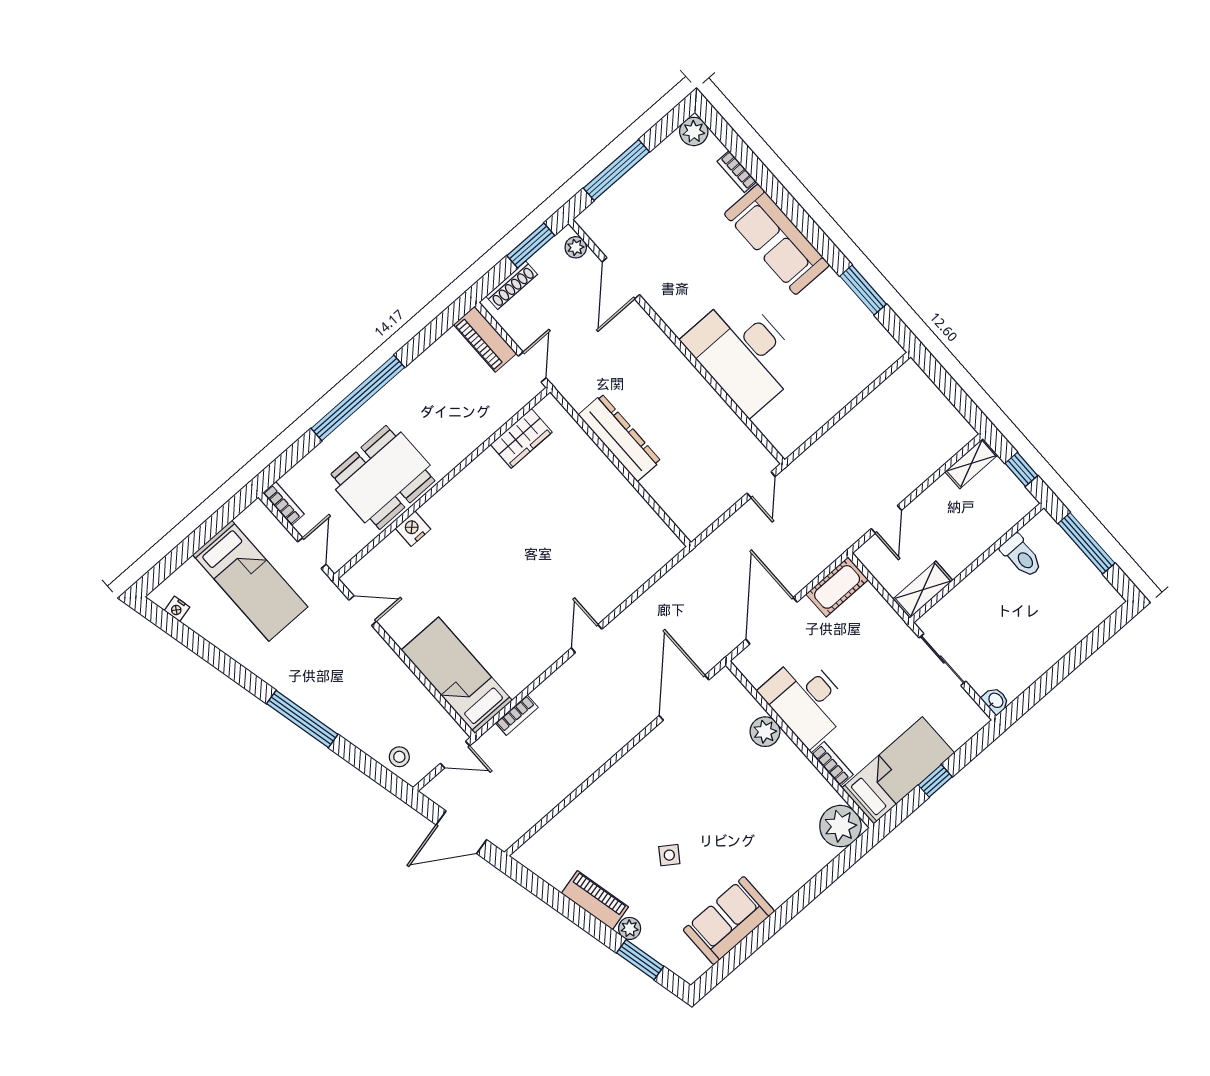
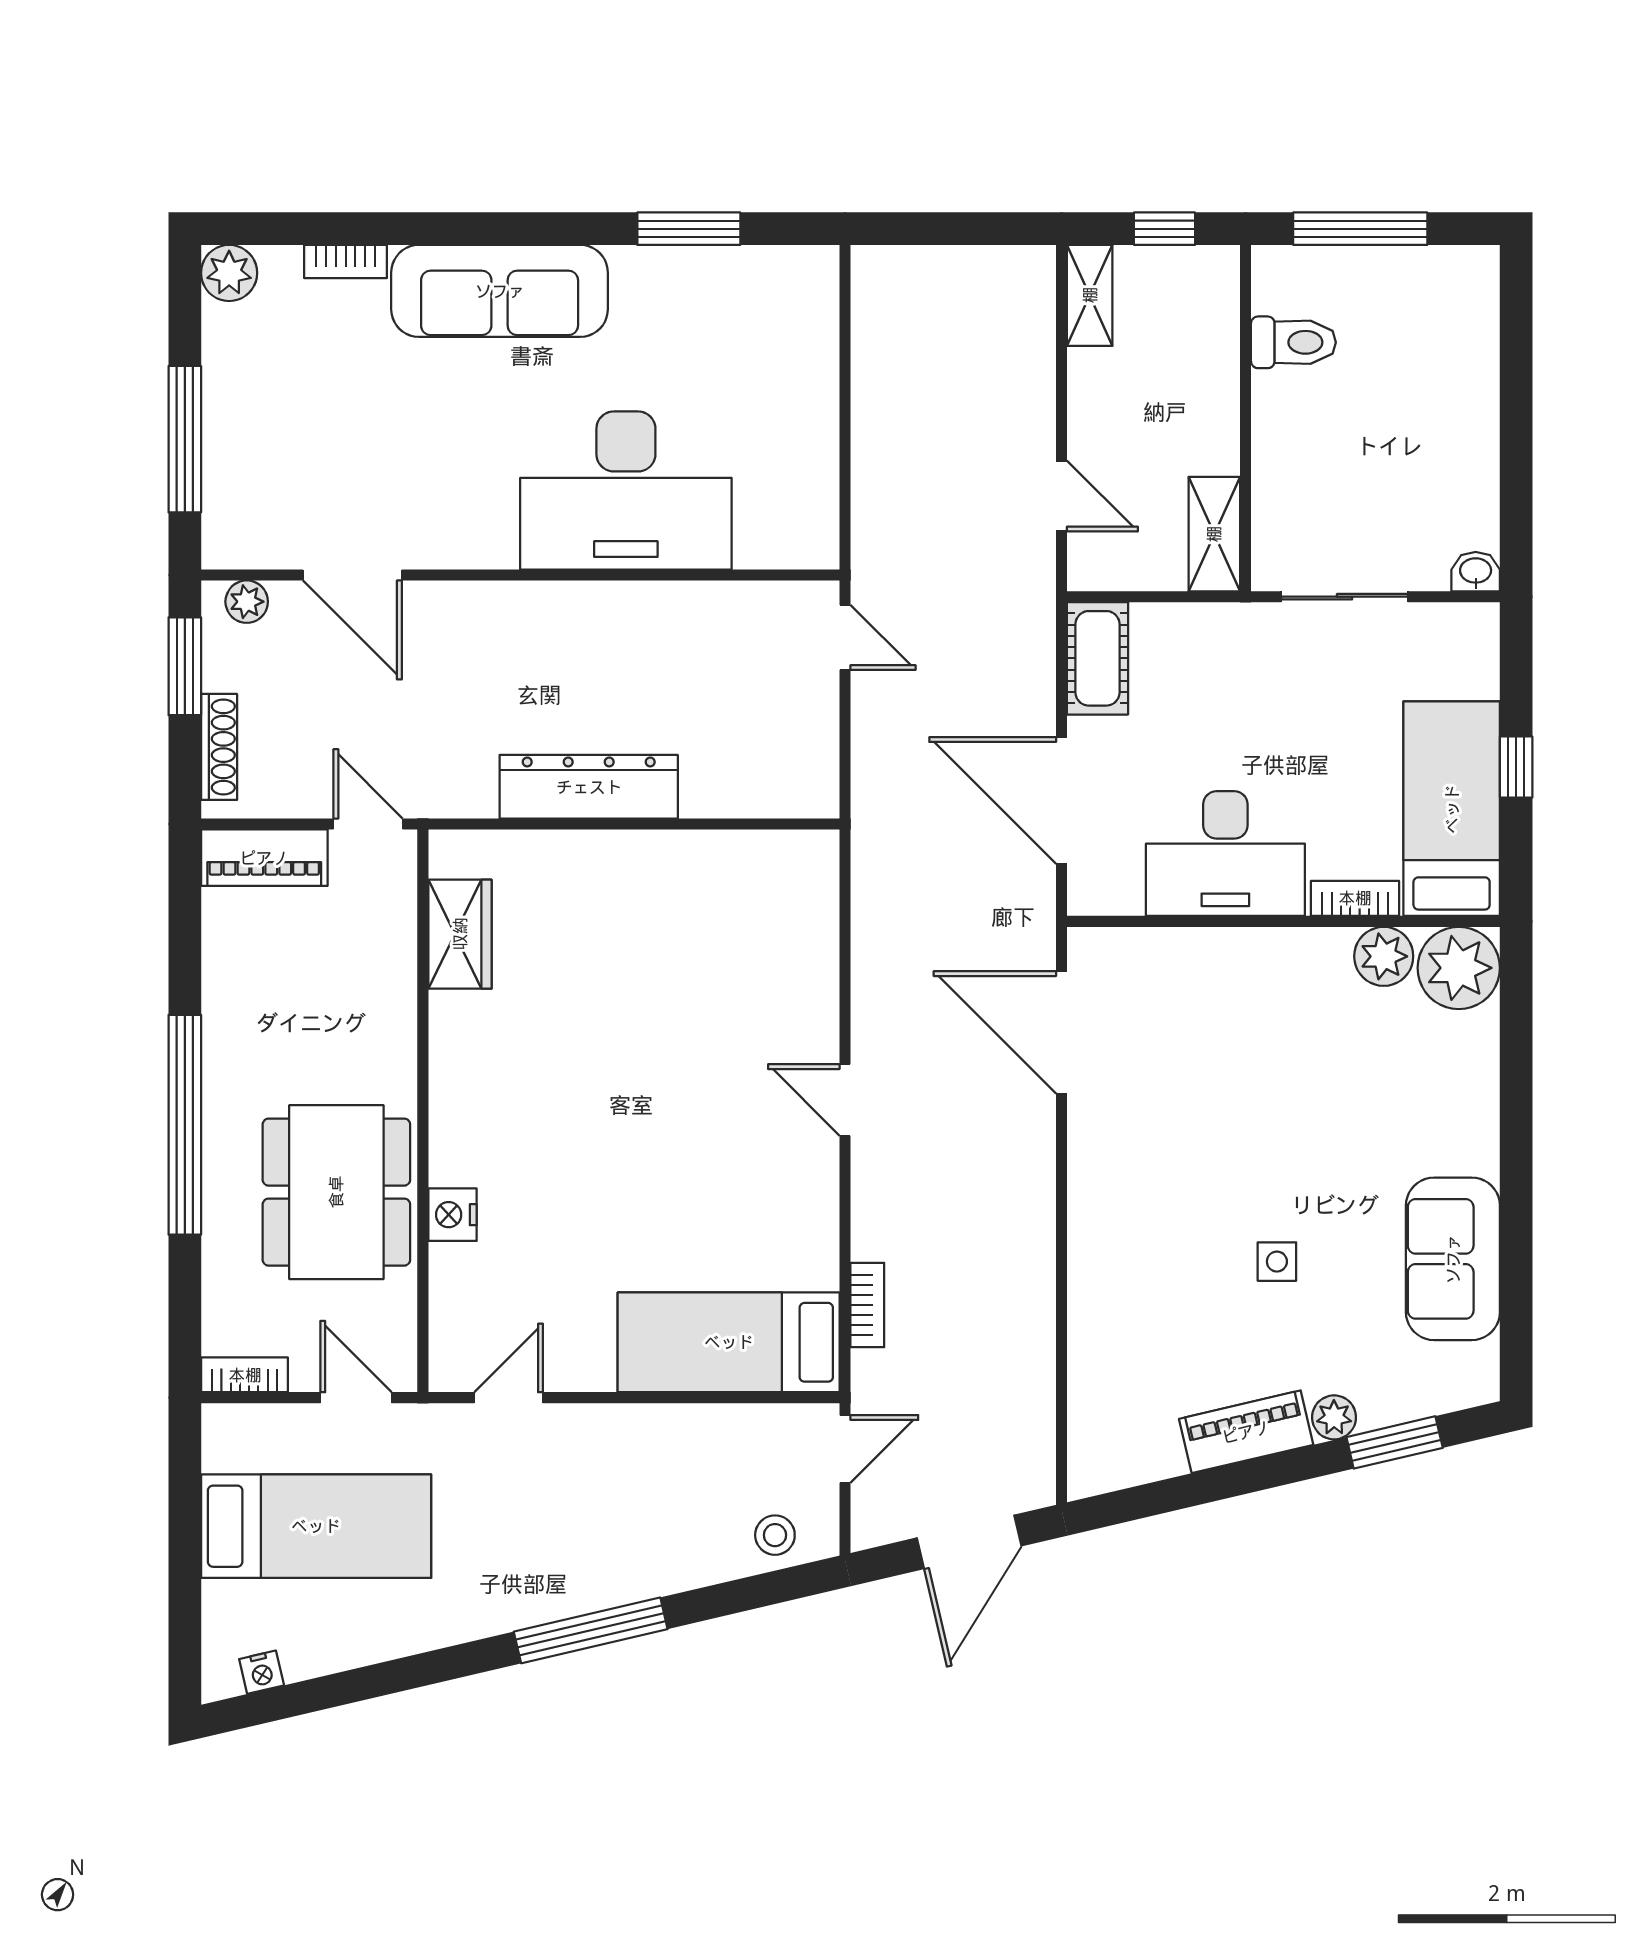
plant: (765, 732) -> (1384, 956), moved
side table: (669, 855) -> (1277, 1262), turned -35

